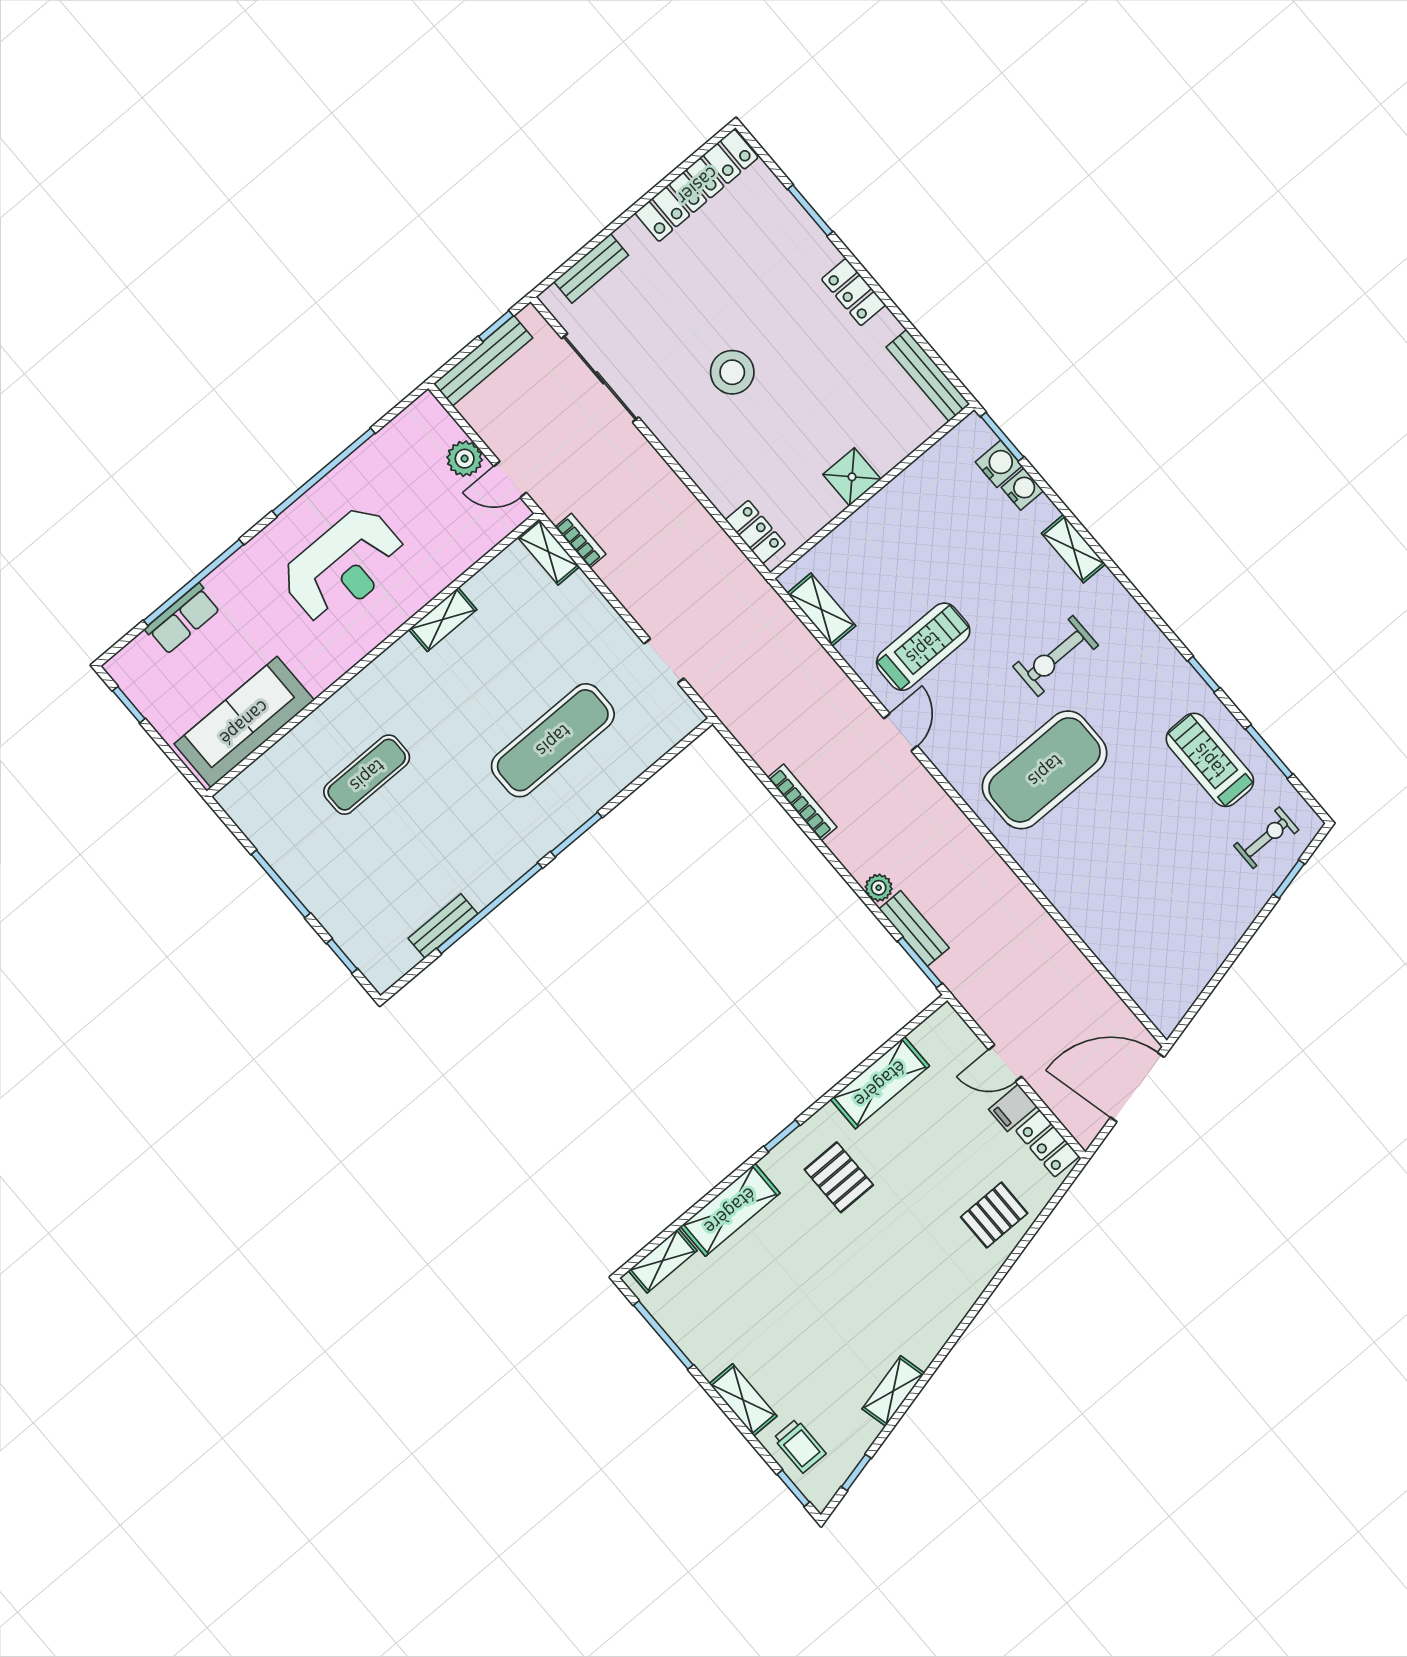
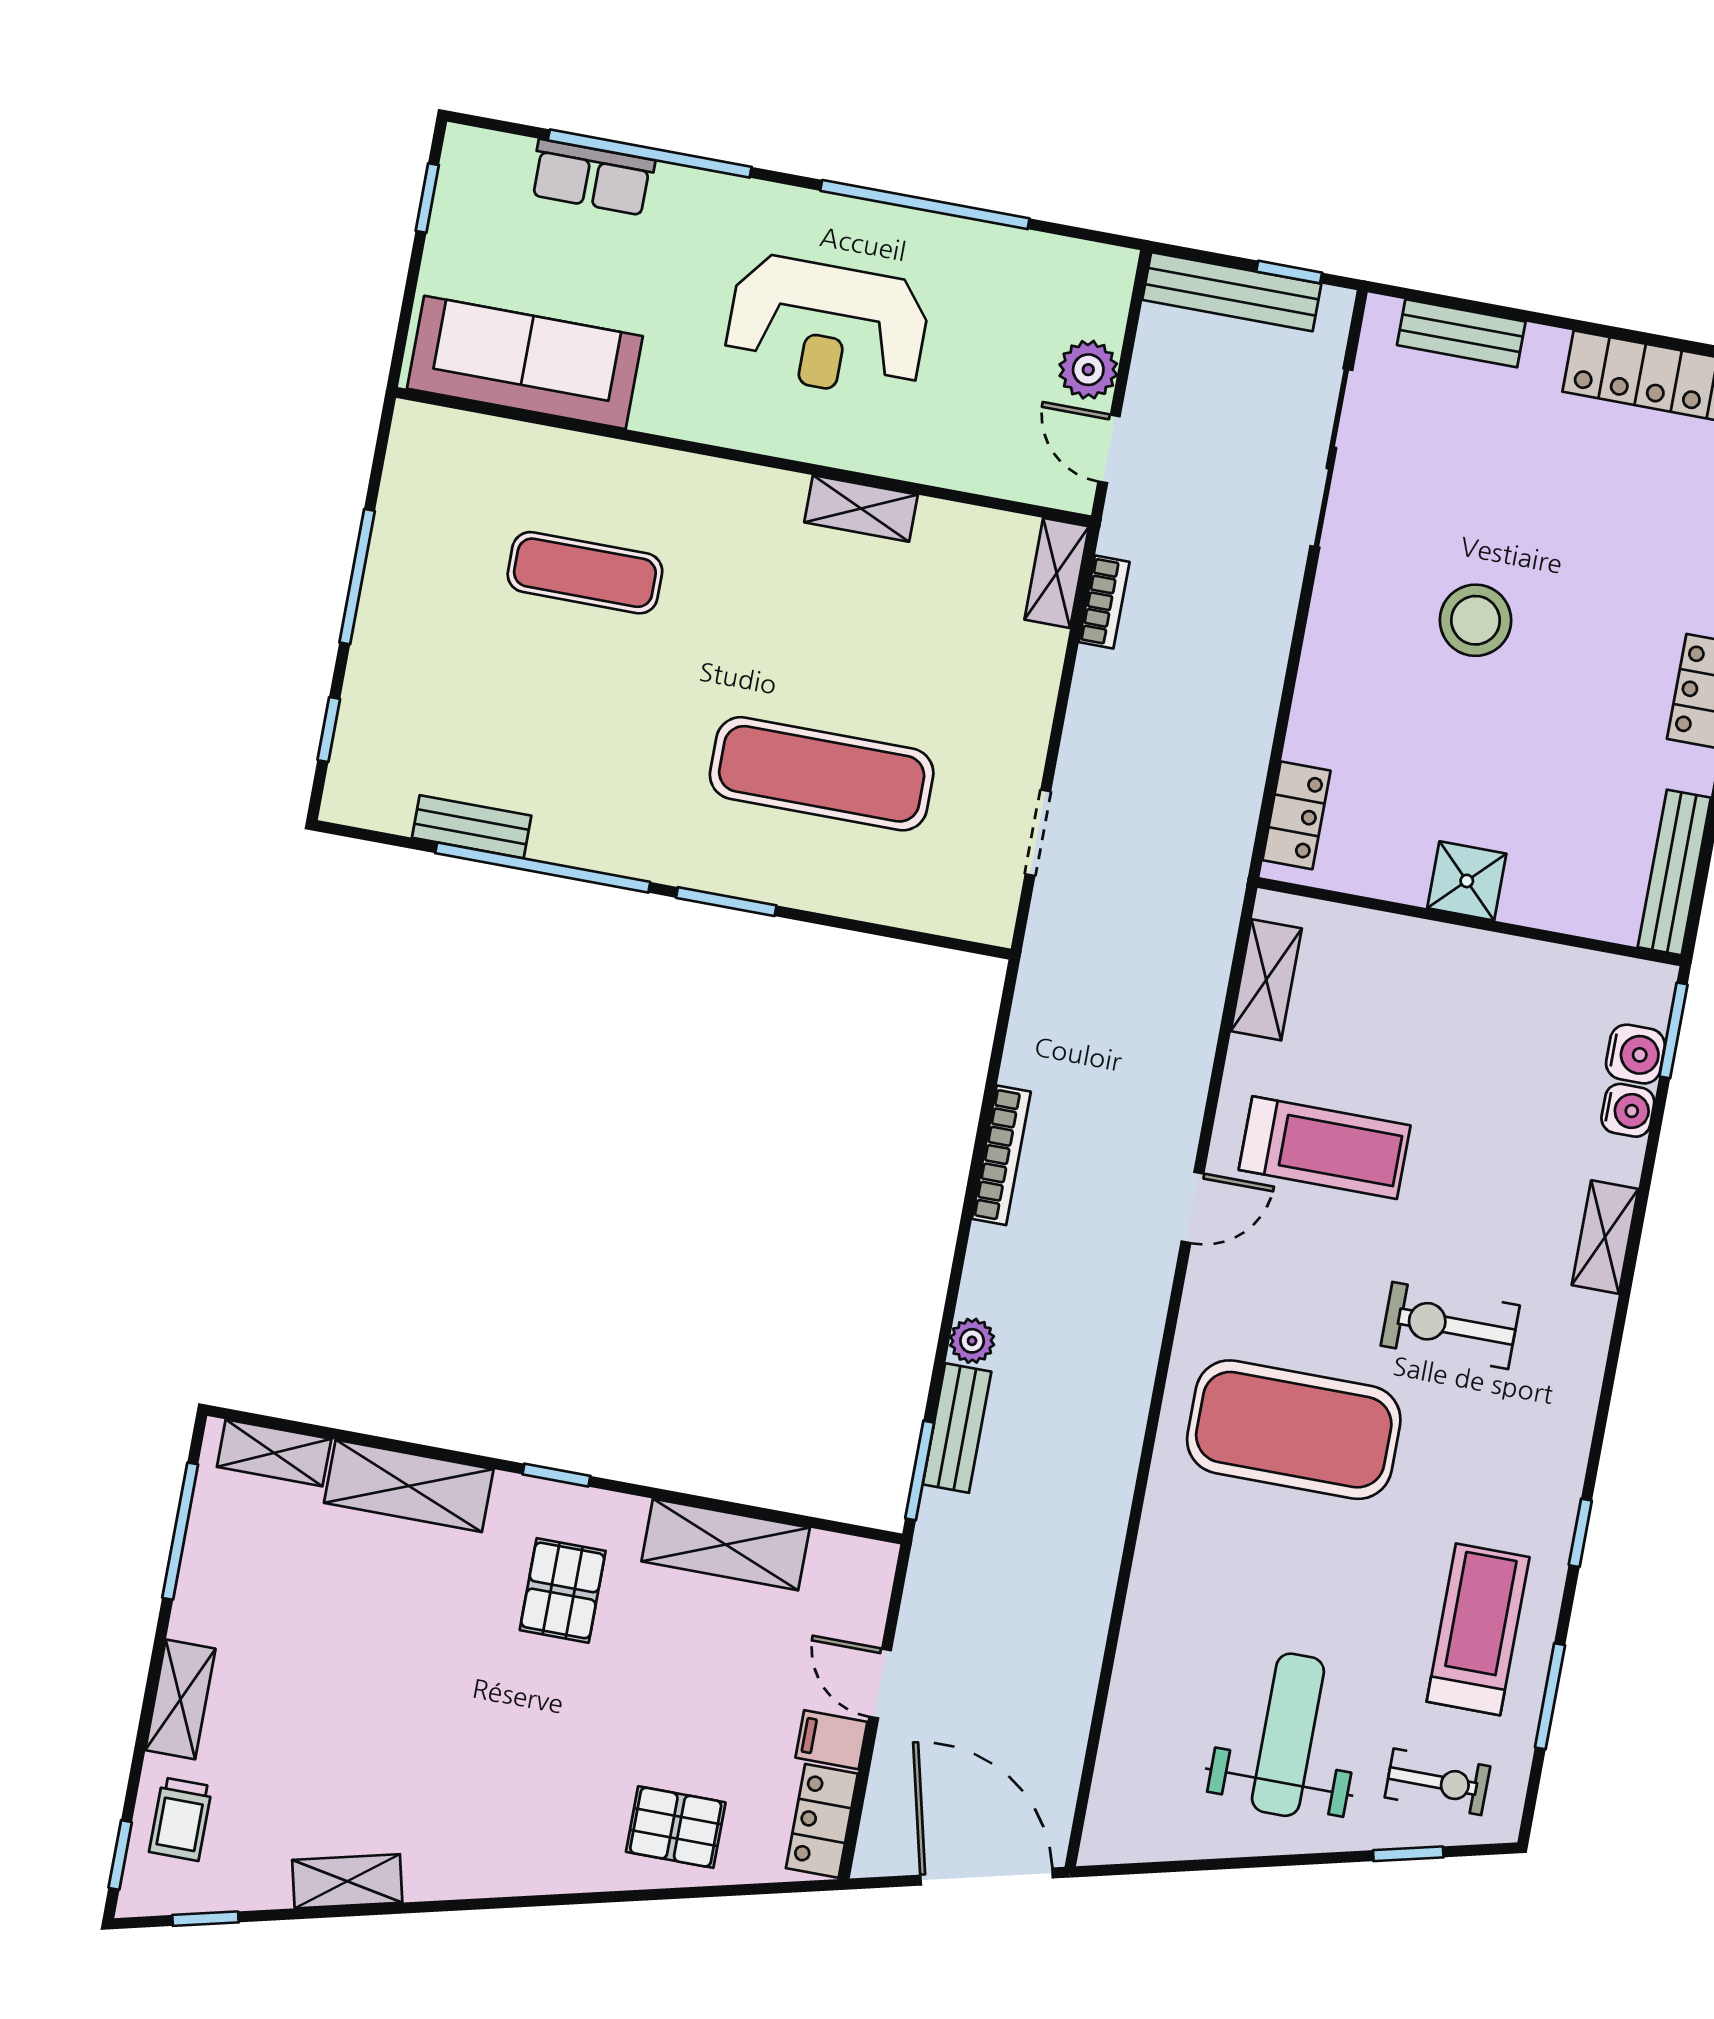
weight bench: (1186, 890) -> (1288, 1735), added

